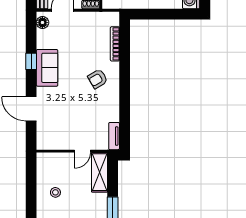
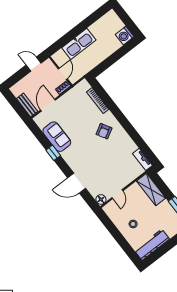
floor lamp: (42, 23) -> (101, 199), moved
sofa: (47, 68) -> (57, 137), moved
door: (82, 151) -> (117, 194), moved

